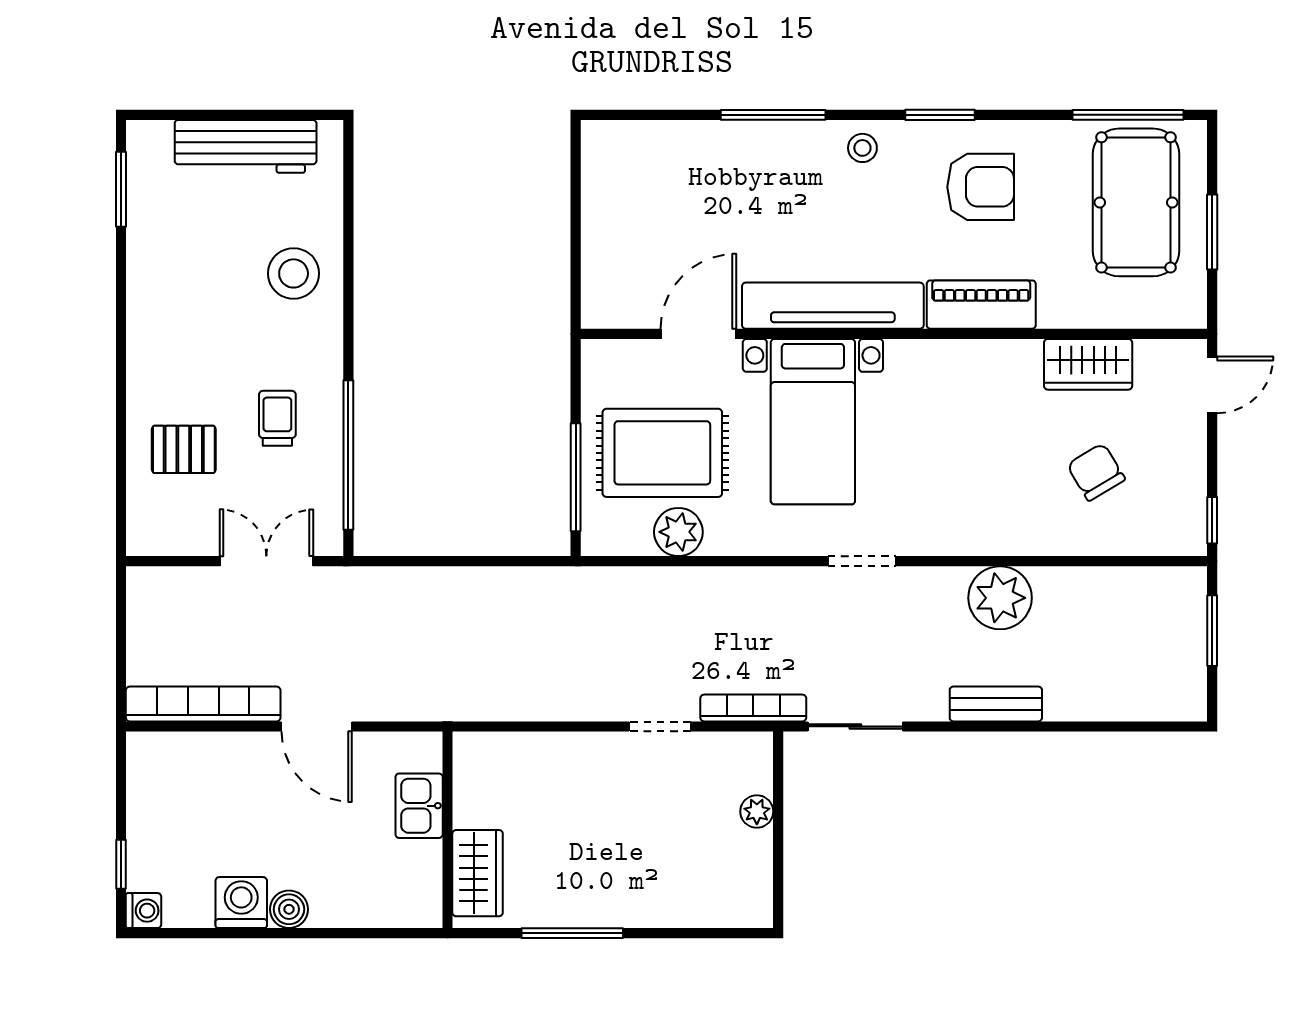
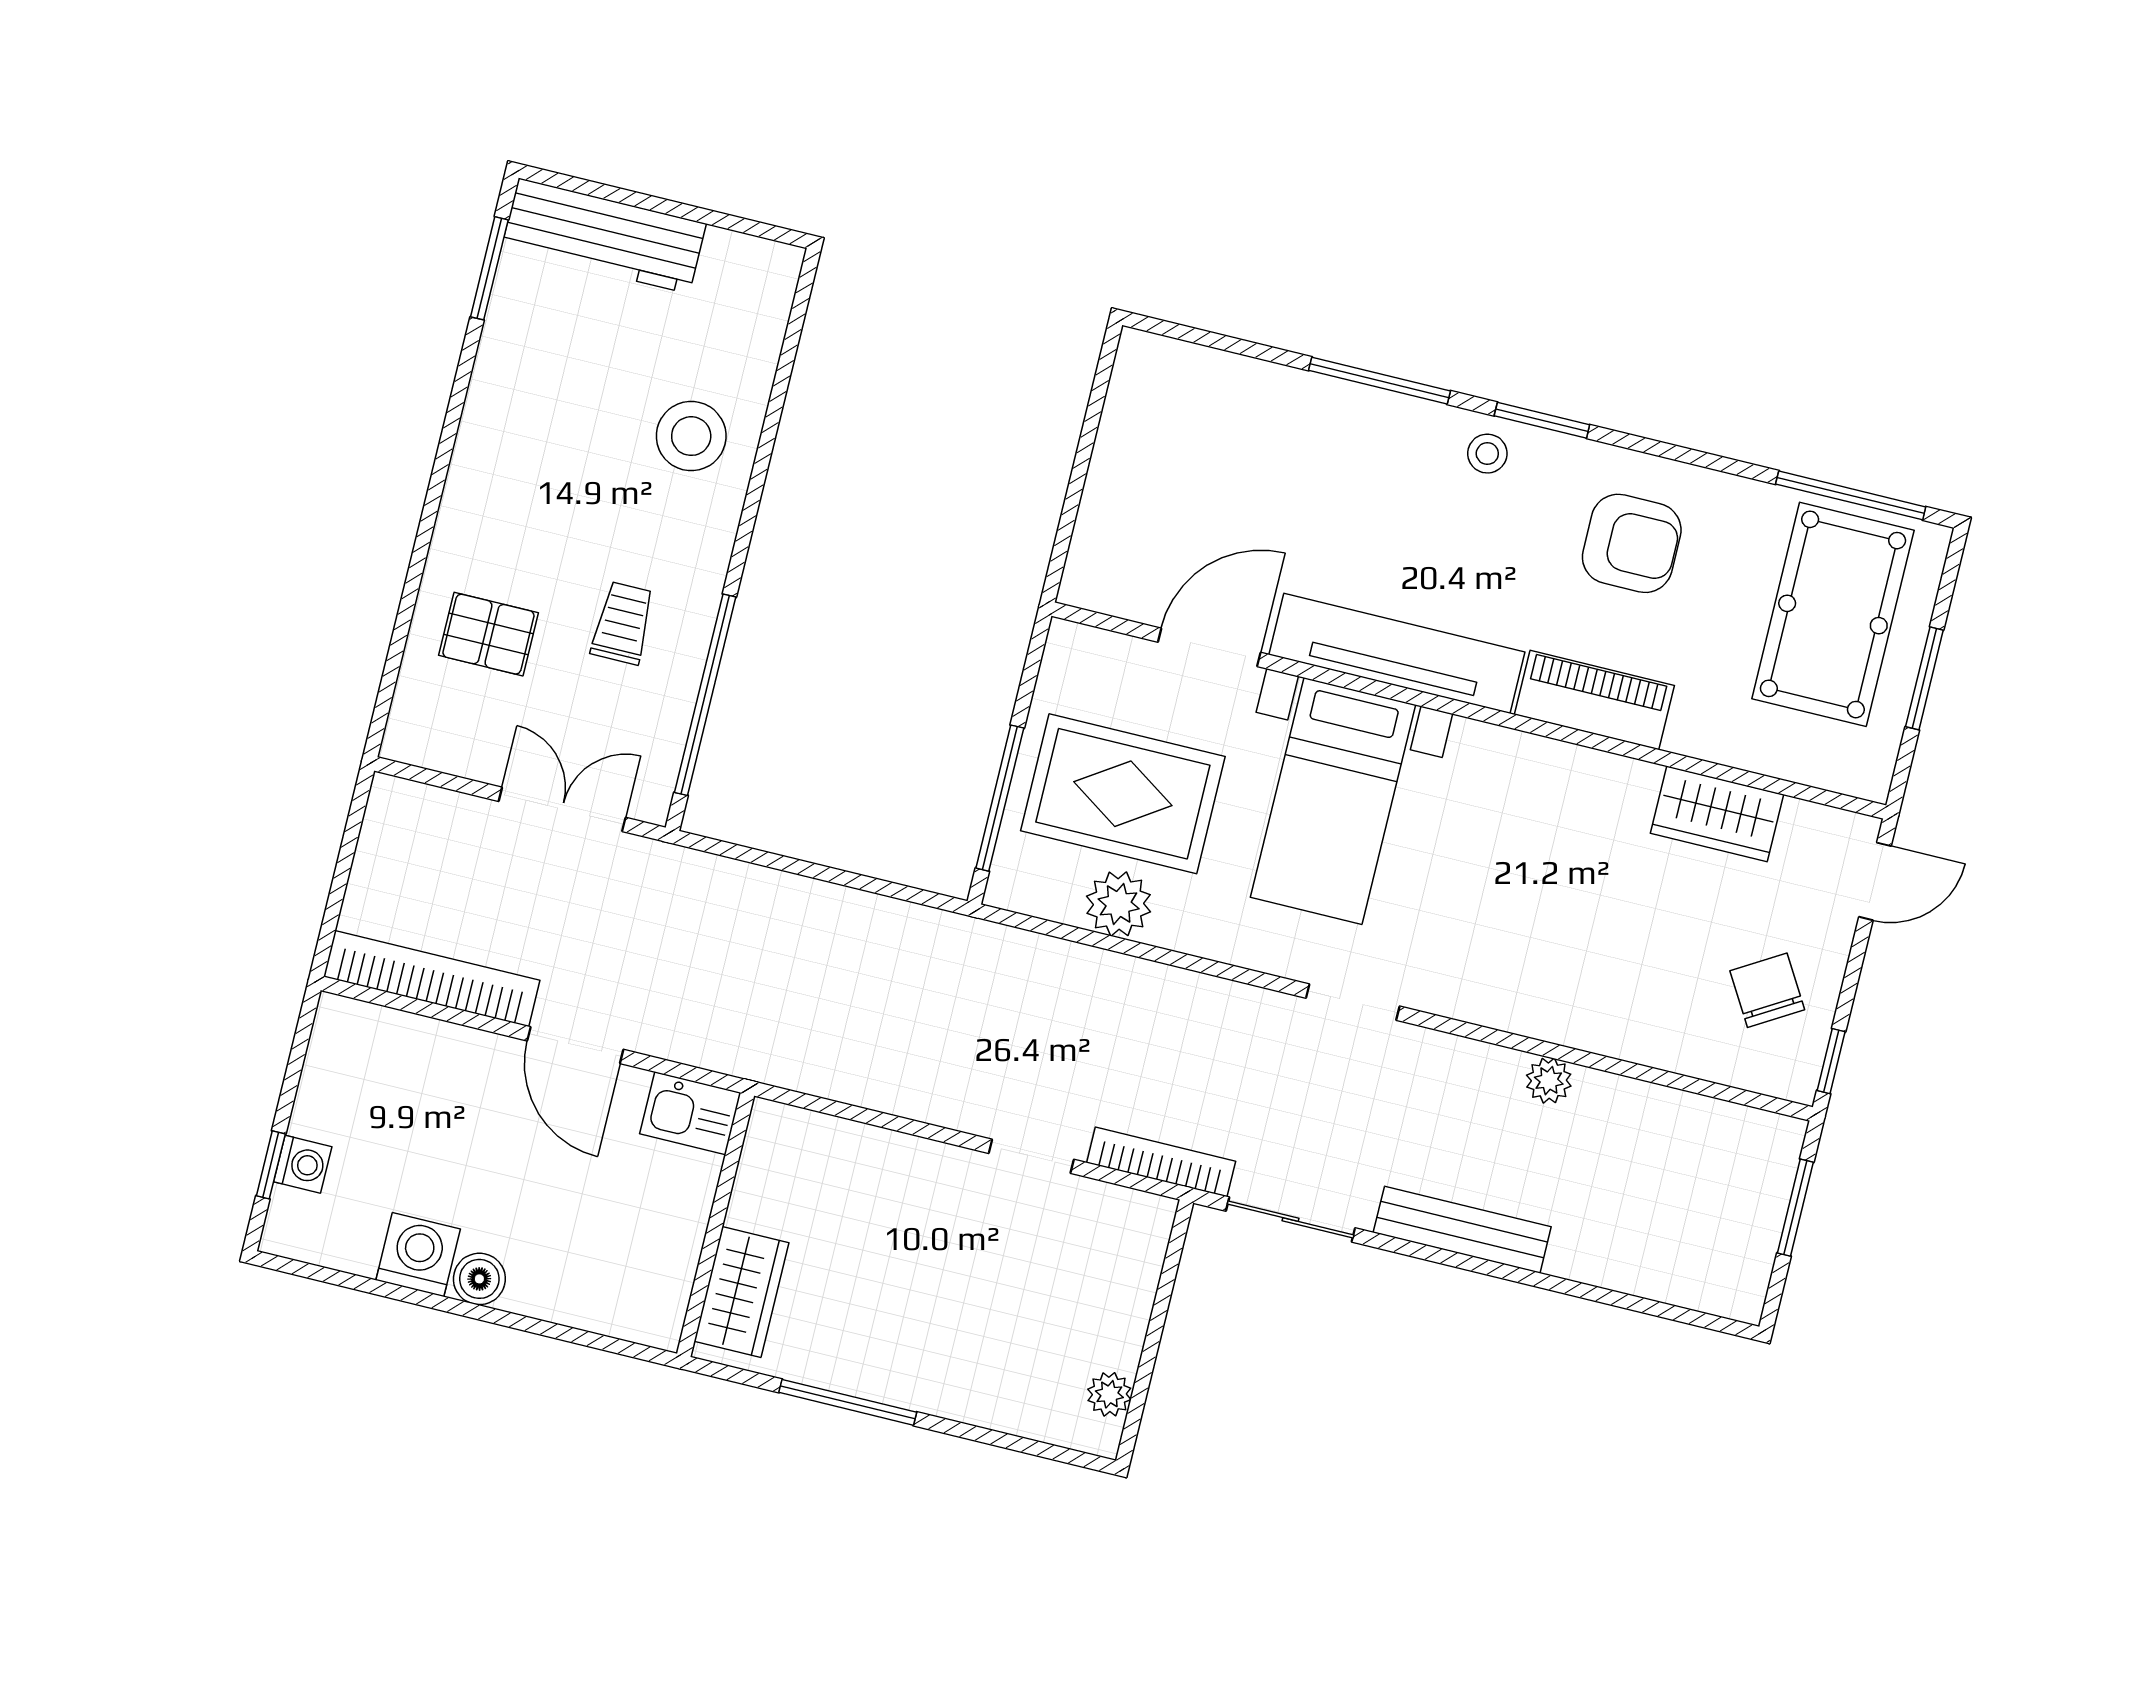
window: (940, 115) -> (1542, 420), moved
workbench: (246, 146) -> (604, 236), moved
chair: (1096, 472) -> (1767, 990), moved
plant: (1000, 598) -> (1549, 1081), width x0.53, depth x0.53
bench: (996, 704) -> (1462, 1230), width x1.36
kitchen sink: (419, 806) -> (690, 1113), moved, turned -90
plant: (757, 811) -> (1109, 1394), moved
washing machine: (144, 911) -> (303, 1164), moved

